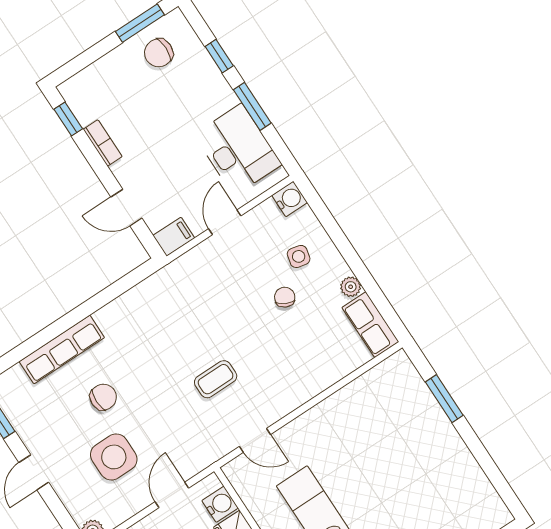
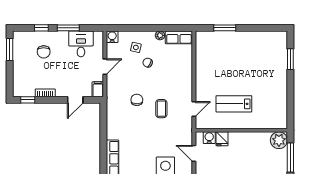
chair: (159, 53) -> (44, 52), moved
desk: (238, 150) -> (81, 44), width x0.73
door: (225, 222) -> (105, 67), swing flipped
chair: (103, 397) -> (137, 100), moved

